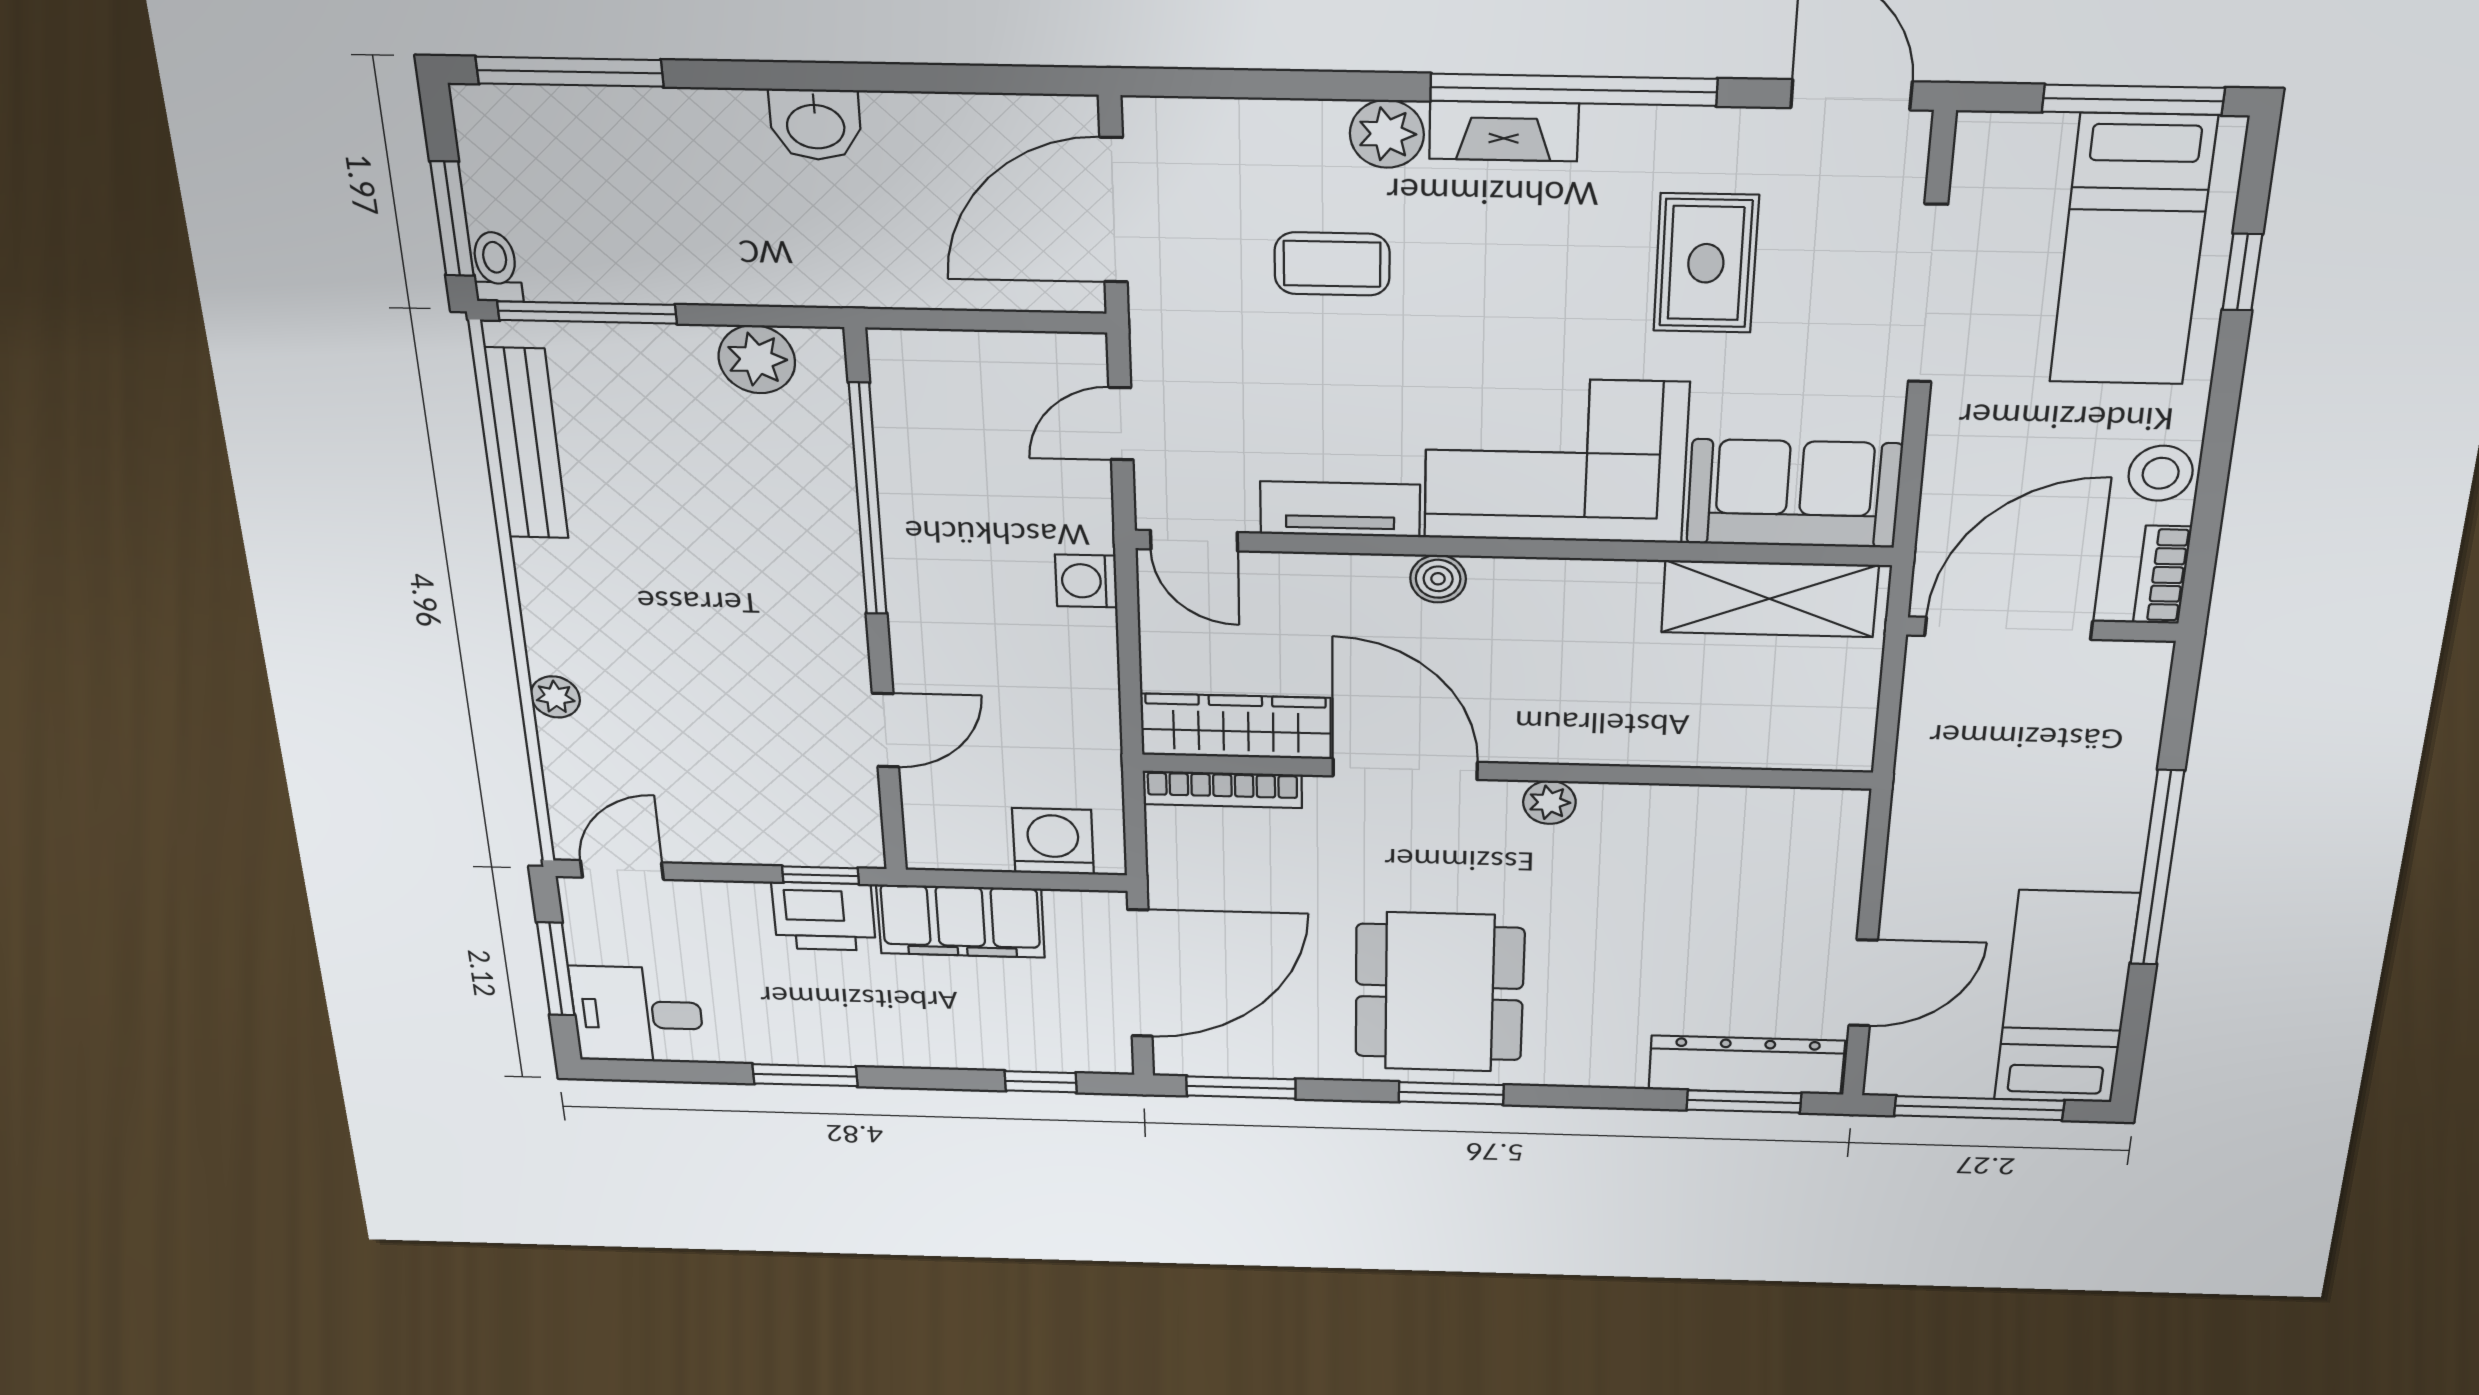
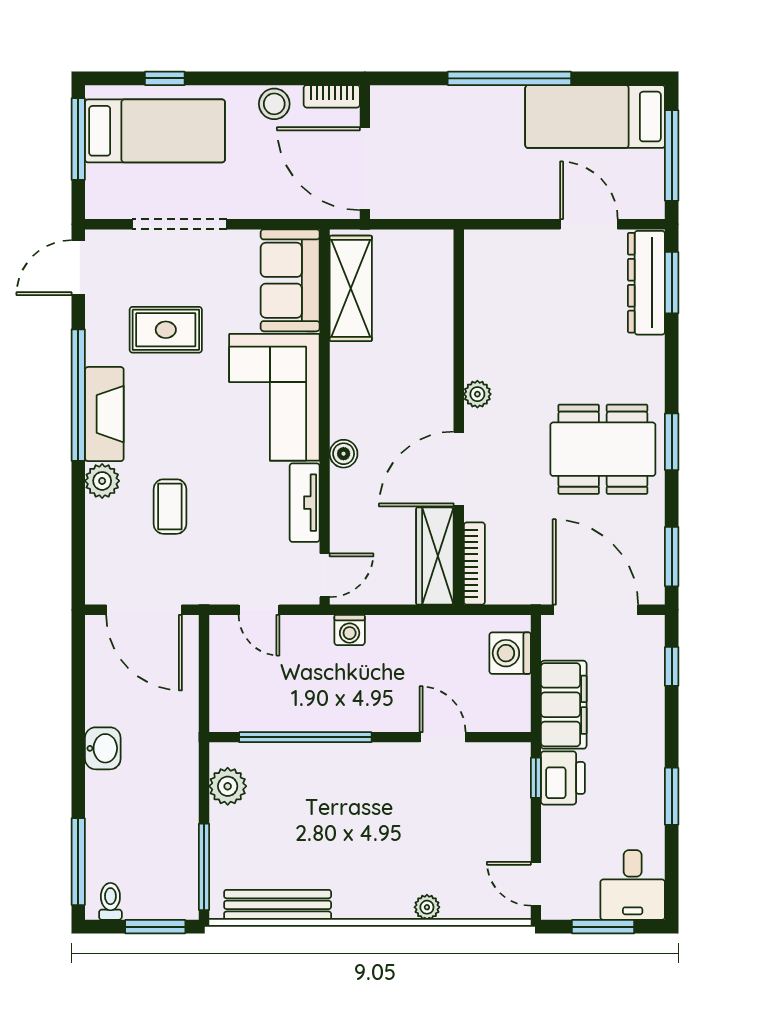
fireplace: (1504, 131) -> (104, 414), width x1.37, depth x1.32
toilet: (496, 267) -> (110, 901), moved, turned 90

